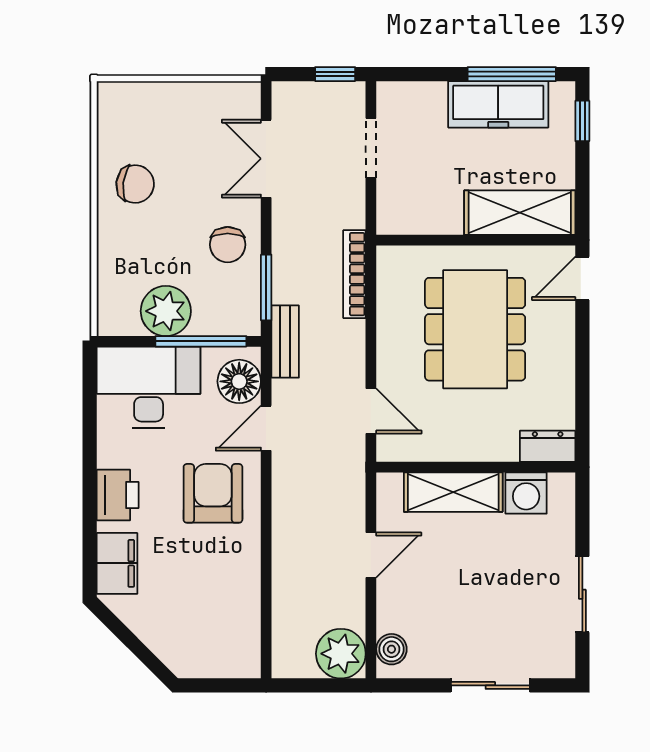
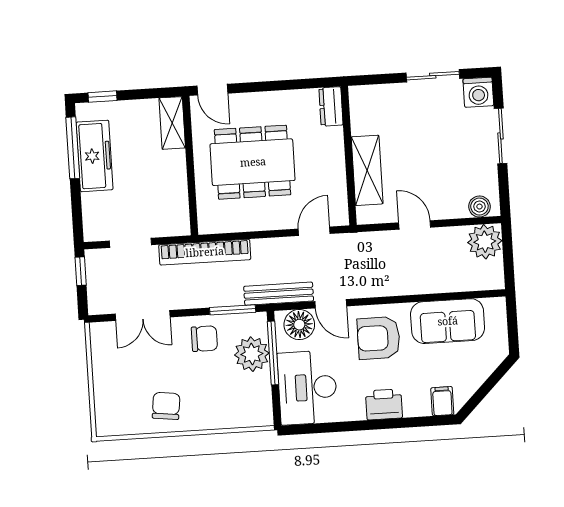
shelving: (520, 213) -> (172, 123), width x0.67, depth x0.75
bookcase: (354, 274) -> (205, 252), width x1.48, depth x1.31
plant: (166, 311) -> (252, 354), moved
bench: (285, 342) -> (279, 294), width x1.36
washing machine: (526, 493) -> (478, 92), moved, turned 90
filing cabinet: (117, 563) -> (442, 401), width x0.50
sofa: (231, 593) -> (448, 321), added

